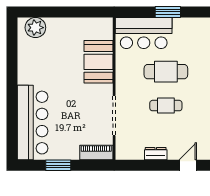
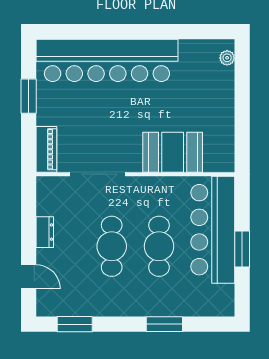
plant: (35, 28) -> (227, 58), width x0.53, depth x0.53
bar counter: (144, 33) -> (213, 230), width x1.36
cafe table: (166, 106) -> (112, 246), width x1.37, depth x1.35
bar counter: (33, 123) -> (107, 60), width x1.36

